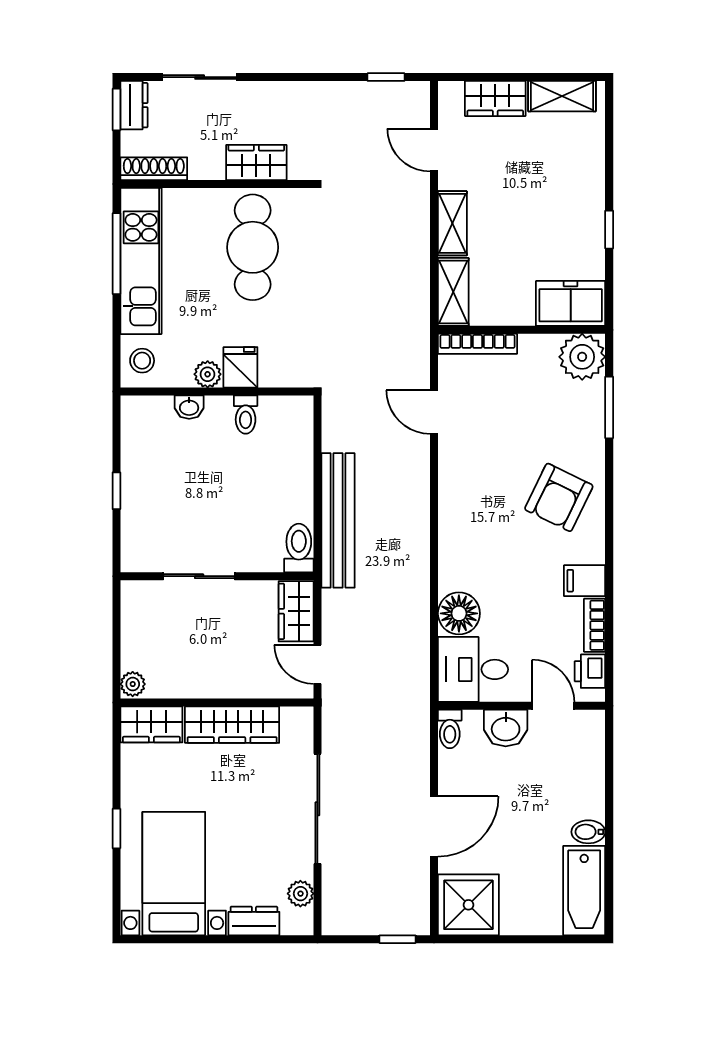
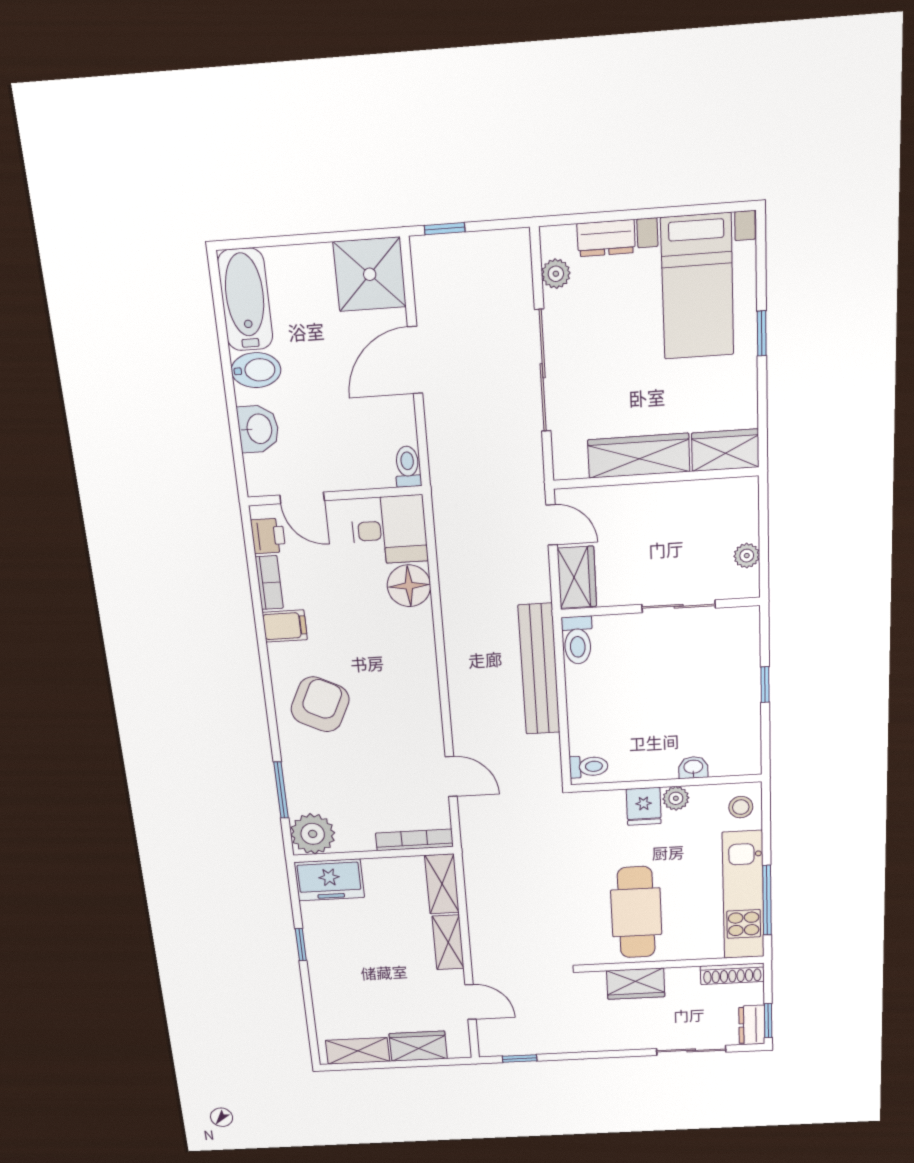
toilet: (246, 415) -> (589, 767), moved, turned 90
plant: (133, 684) -> (747, 556), moved
washbasin: (506, 728) -> (258, 429), moved, turned 90
bidet: (588, 832) -> (256, 370), width x1.38, depth x1.36

